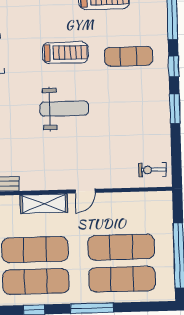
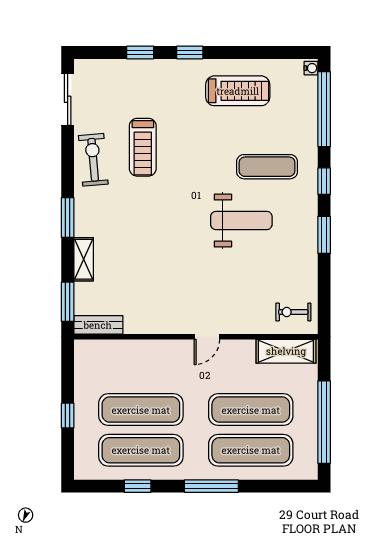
treadmill: (65, 53) -> (143, 147), moved, turned 90
weight bench: (64, 109) -> (241, 221), moved
shelving: (44, 204) -> (286, 351), moved

